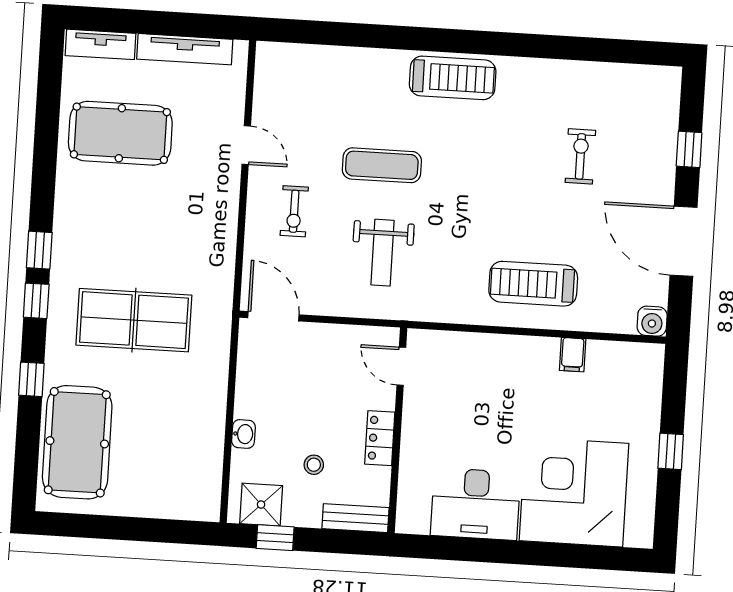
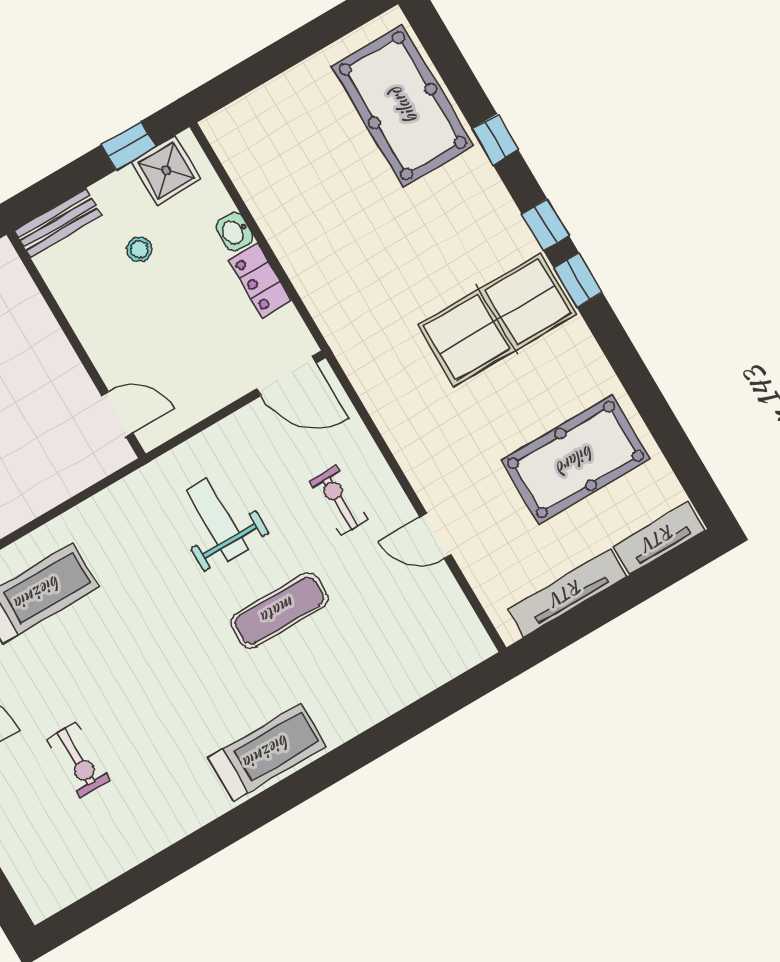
treadmill: (453, 78) -> (267, 752), turned 180
table tennis table: (134, 320) -> (497, 320), moved
locker: (380, 438) -> (260, 280), moved, turned 180

